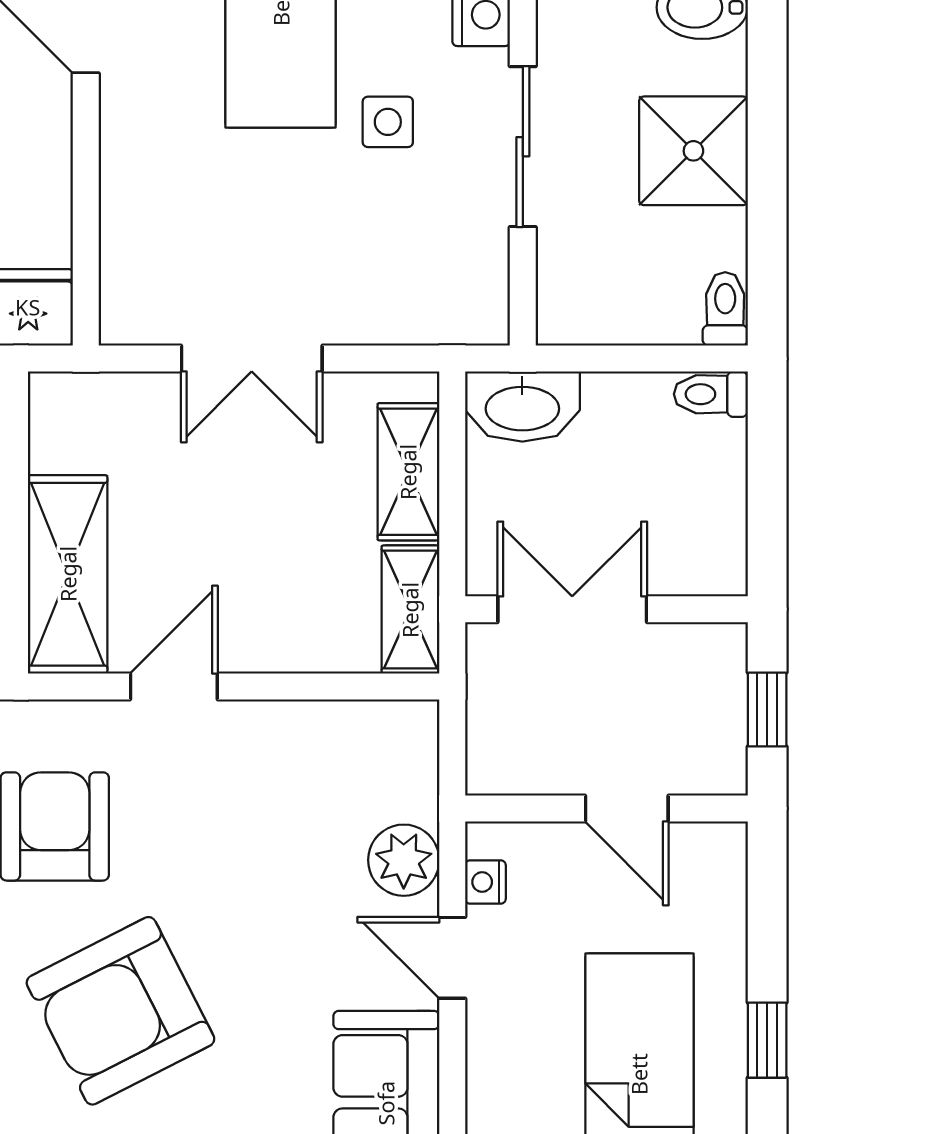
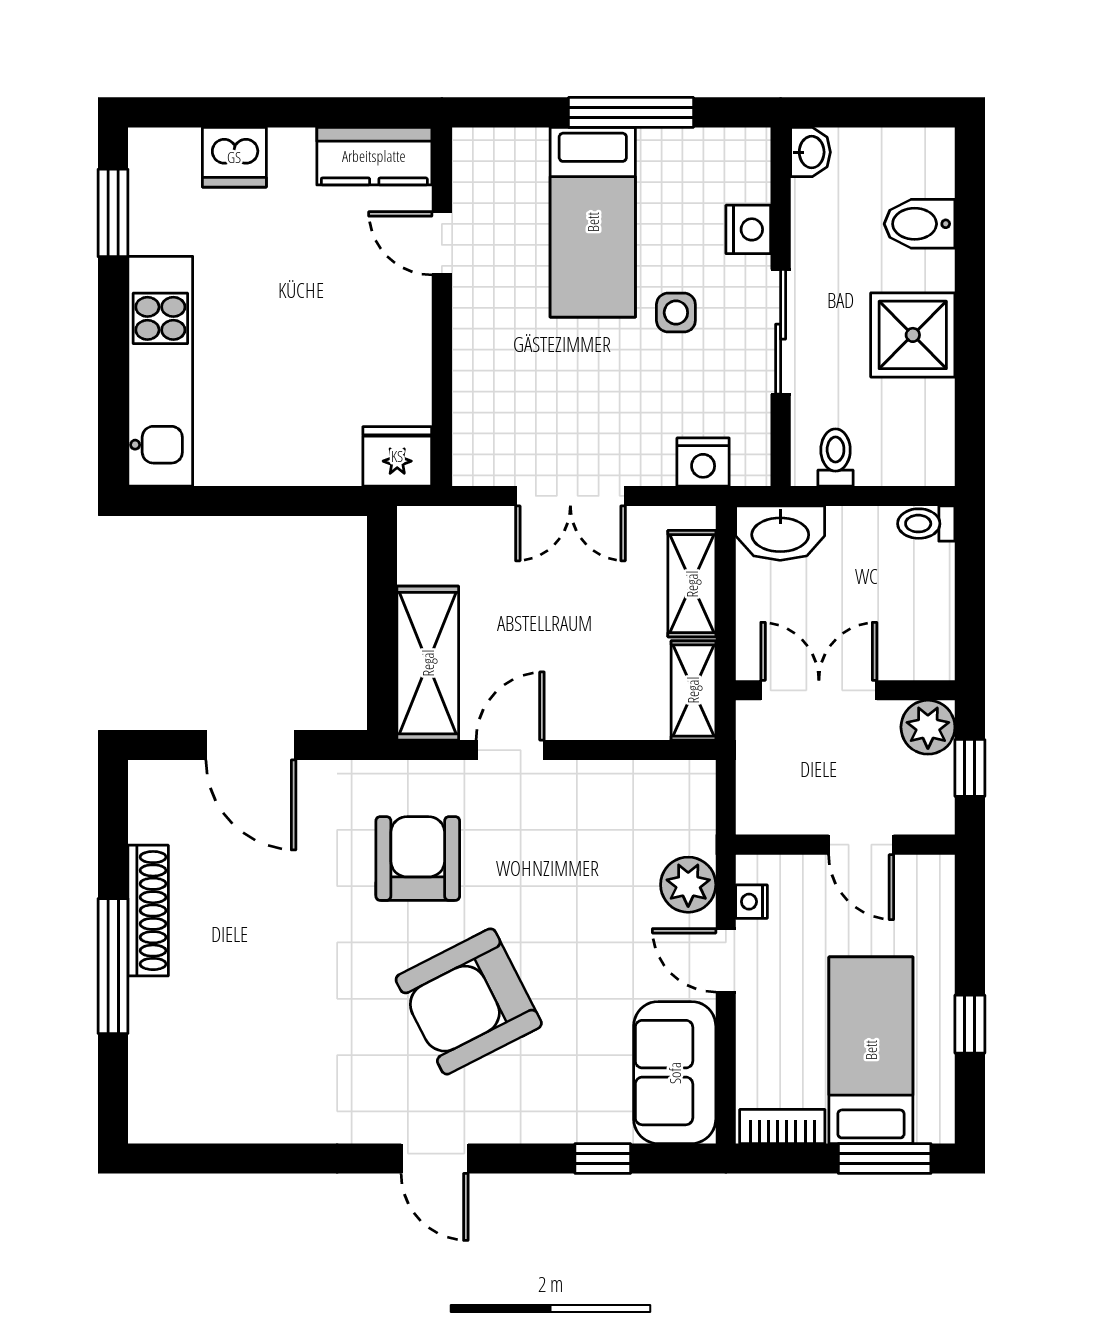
toilet: (725, 309) -> (836, 457), moved
nightstand: (423, 315) -> (703, 462), added
plant: (713, 657) -> (928, 727), added

